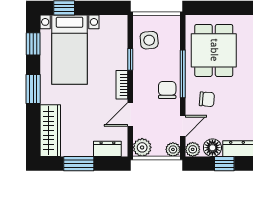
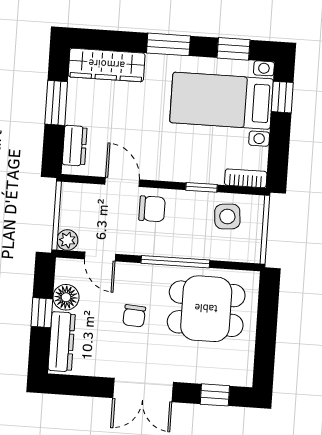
bookcase: (122, 85) -> (246, 178), moved
chair: (167, 90) -> (152, 209), moved
chair: (207, 99) -> (134, 316), moved
plant: (142, 147) -> (73, 196), removed
plant: (193, 149) -> (66, 269), removed

